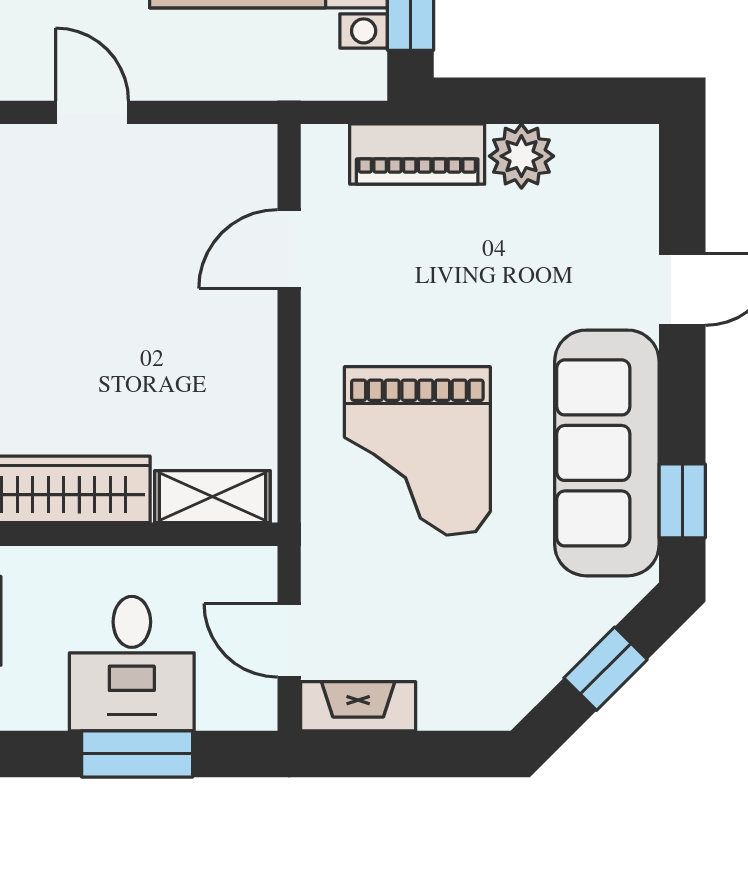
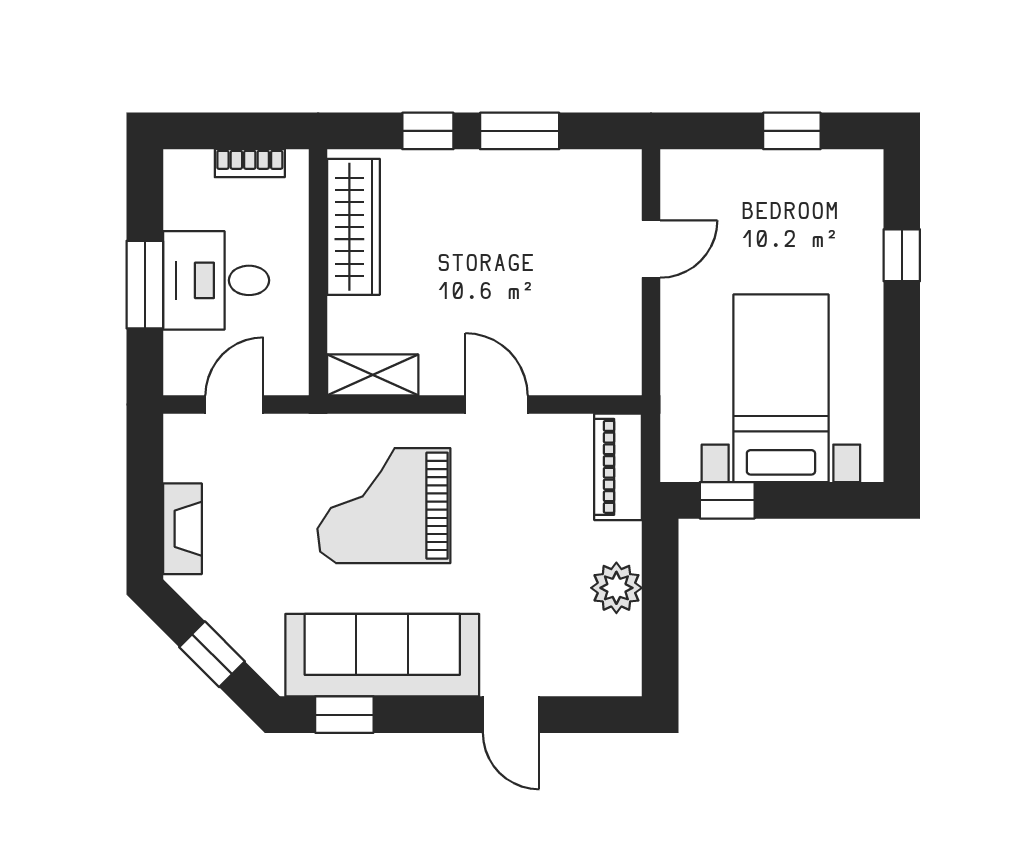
piano: (417, 154) -> (618, 467), moved
door: (289, 249) -> (496, 405), moved
shelving: (212, 497) -> (373, 375), moved, turned 90
fireplace: (358, 706) -> (182, 529), moved

